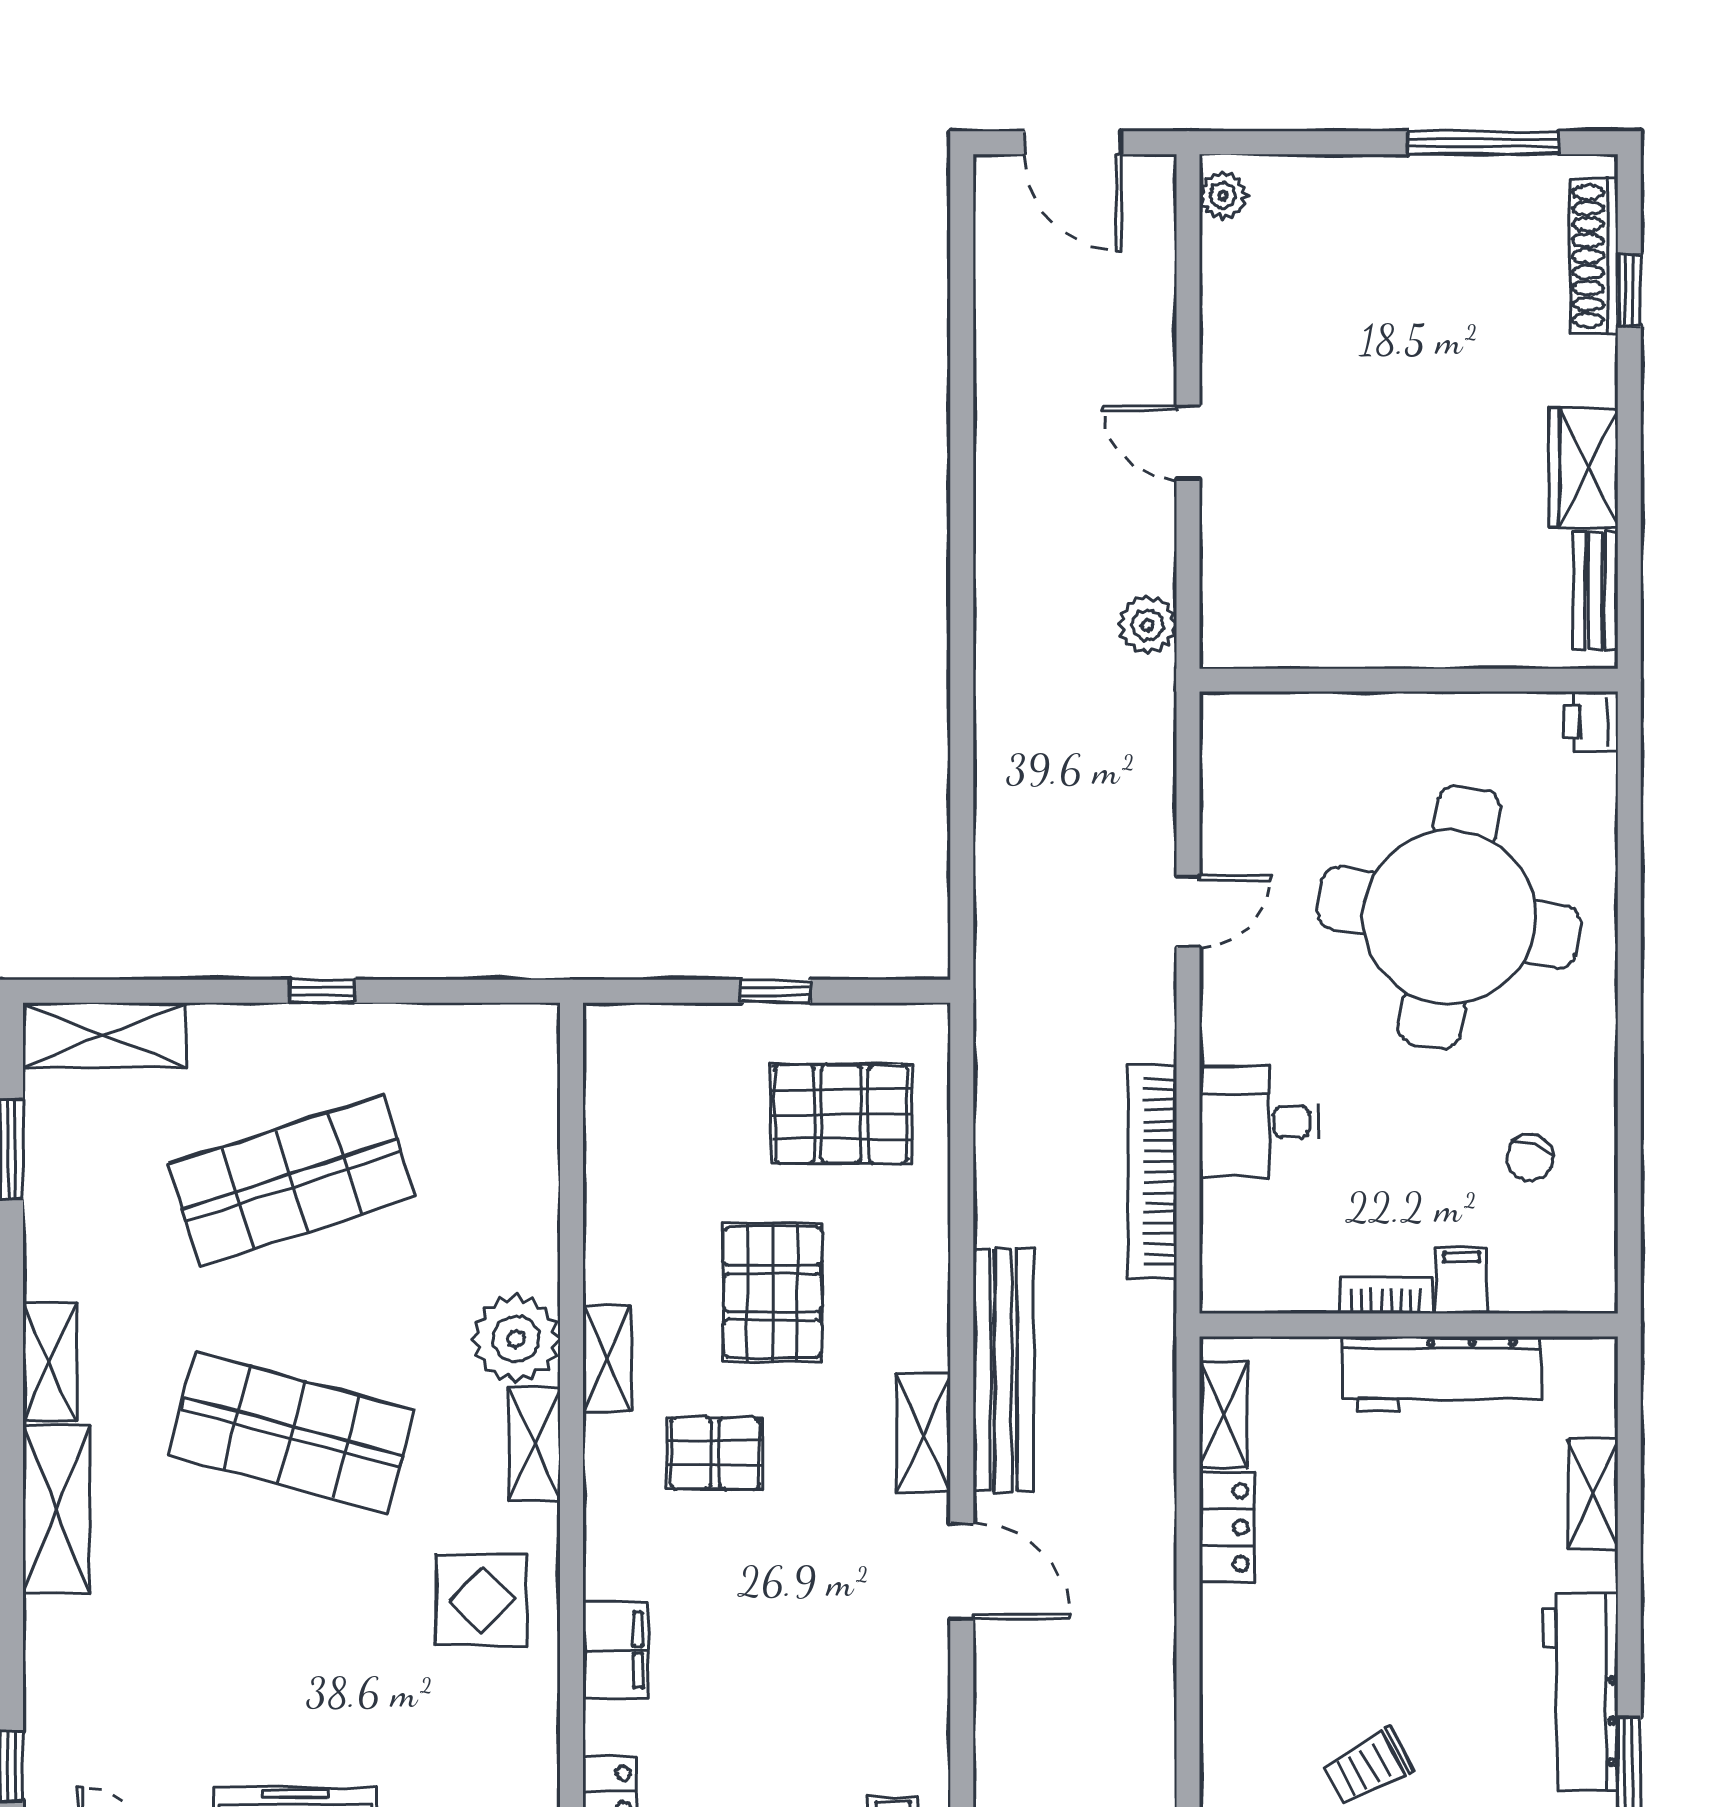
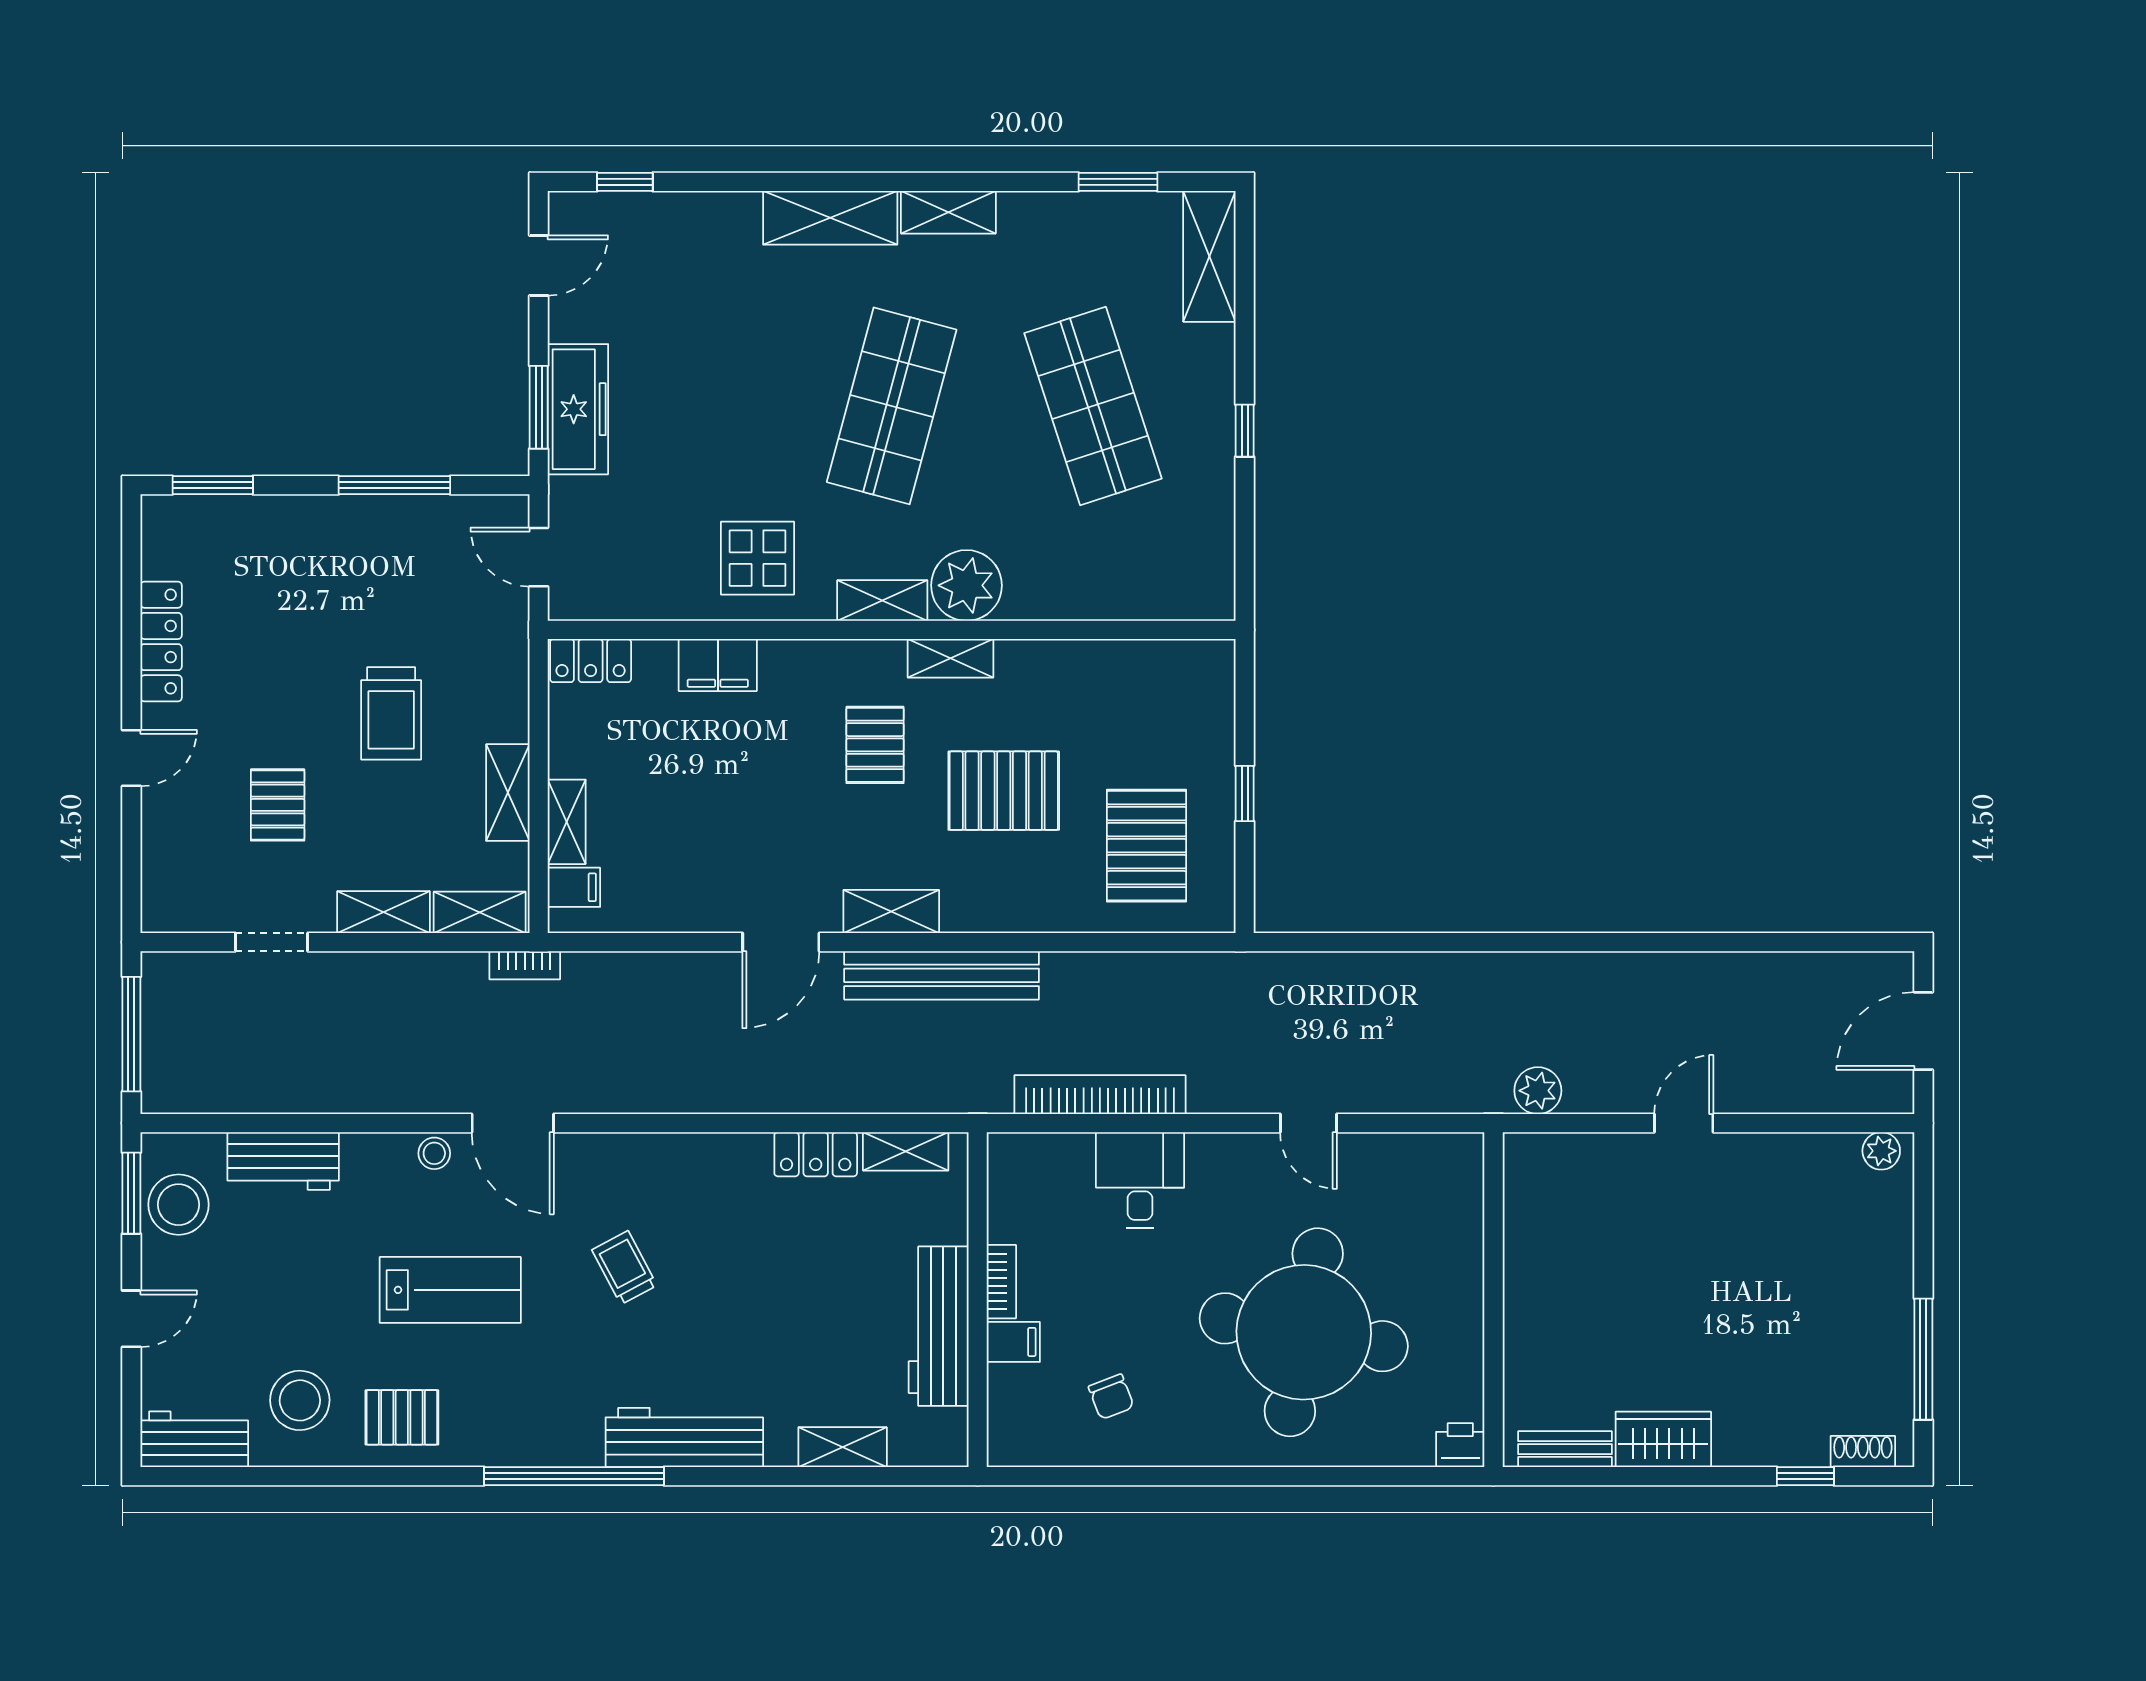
shoe rack: (1594, 256) -> (1863, 1451), width x0.51, depth x0.81
chair: (1530, 1158) -> (1111, 1397), turned -131

